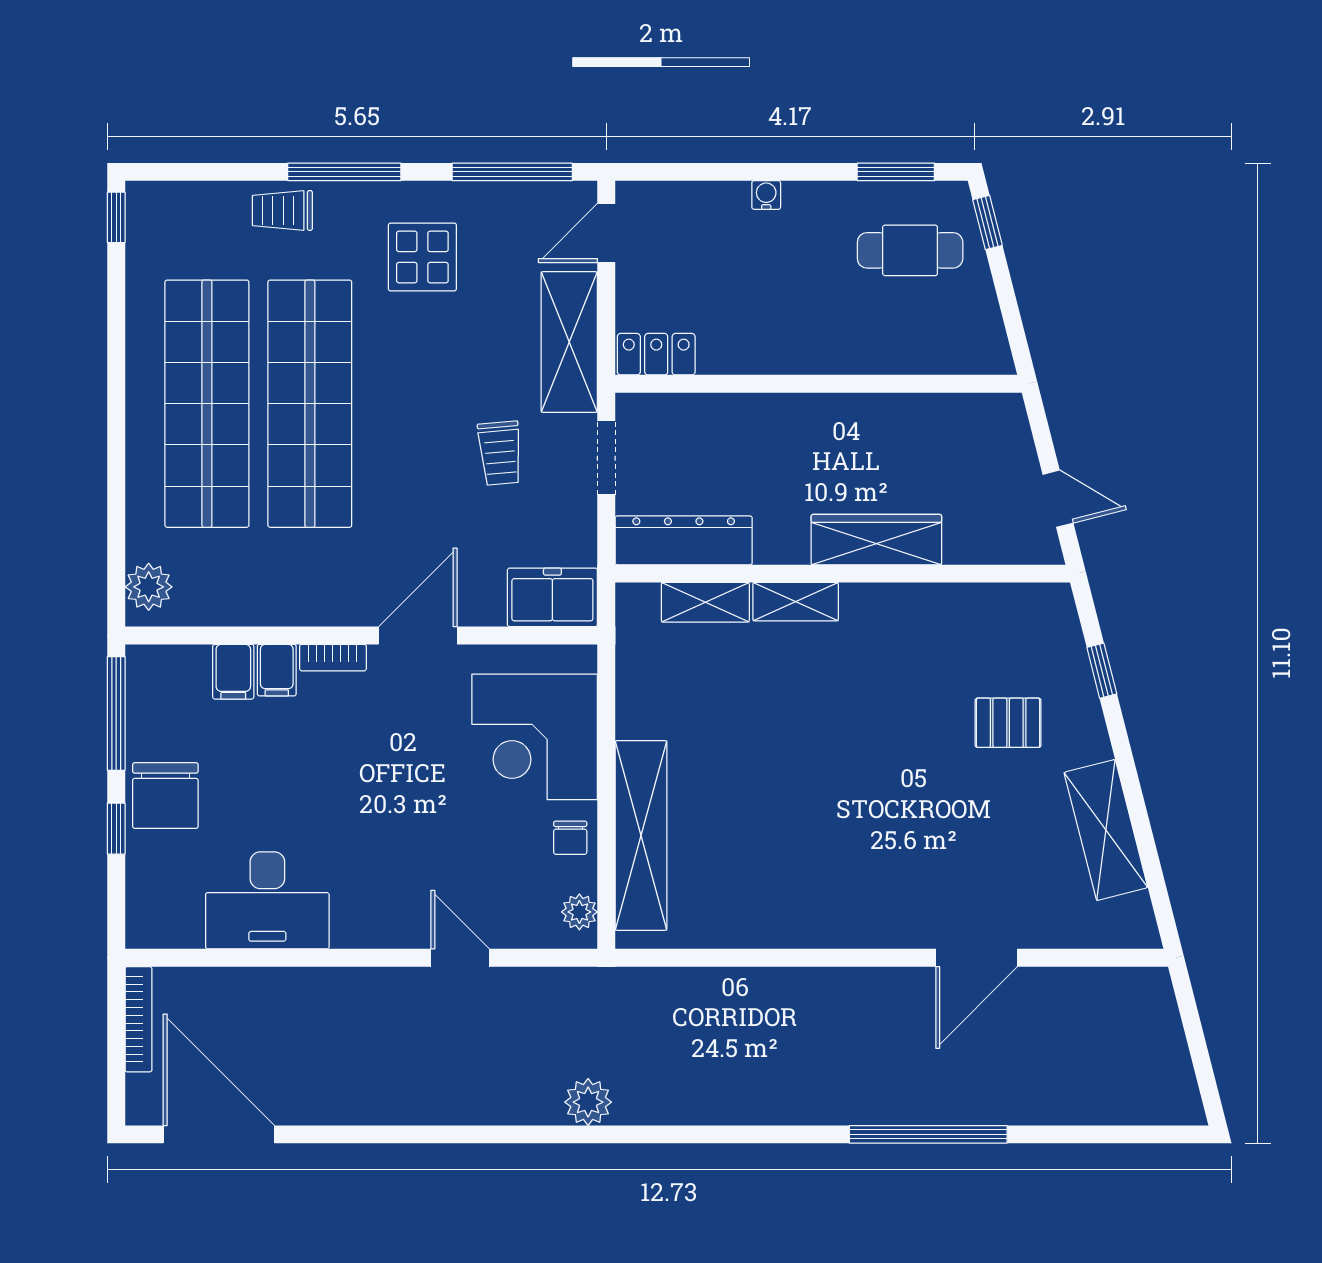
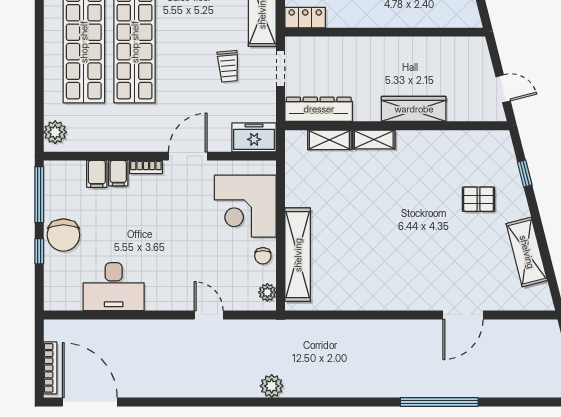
bookcase: (138, 1019) -> (50, 368), moved

